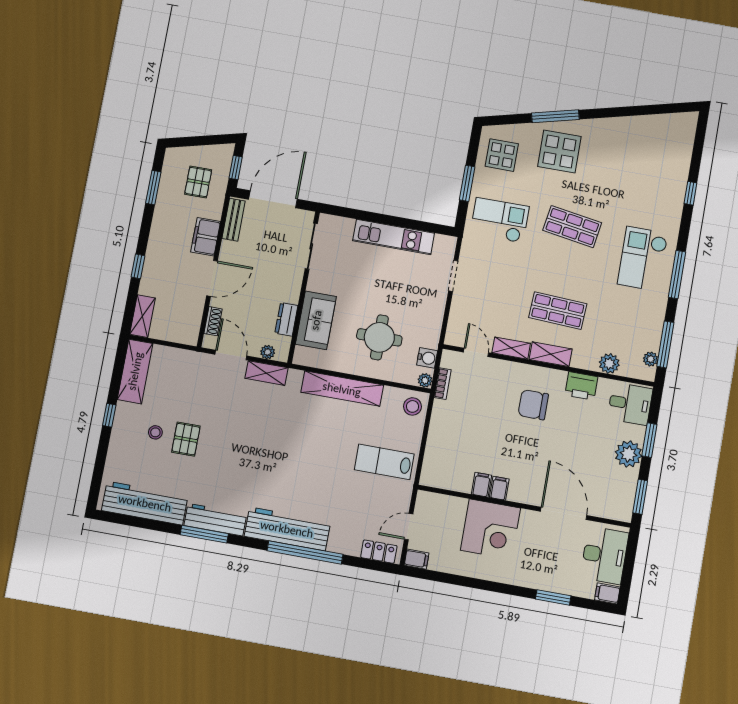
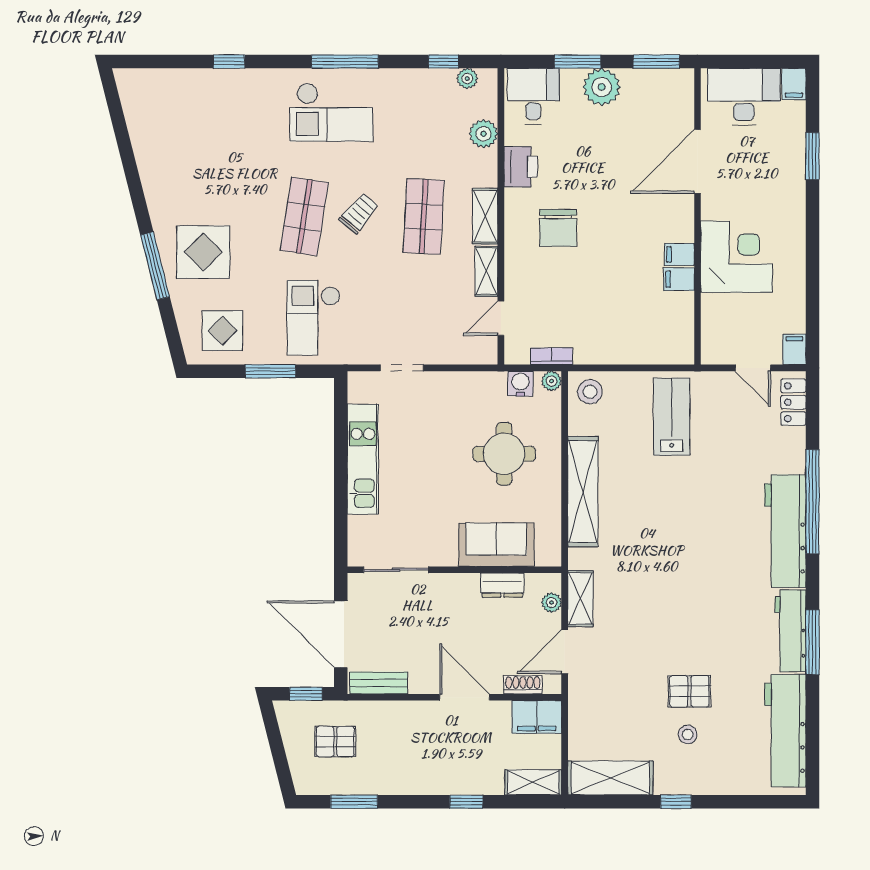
filing cabinet: (206, 237) -> (537, 717), moved
trolley: (568, 265) -> (359, 213), added
window: (665, 344) -> (444, 62), width x0.46
lab bench: (384, 462) -> (672, 417), turned 180

